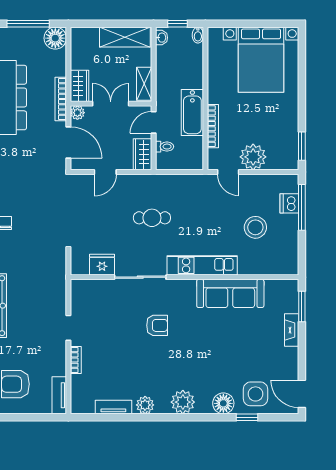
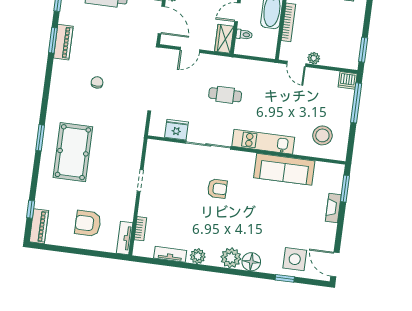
plant: (253, 157) -> (314, 58), width x0.53, depth x0.53
dishwasher: (289, 203) -> (348, 80), moved, turned -90
stool: (255, 227) -> (322, 135), moved
bookcase: (76, 360) -> (140, 229), moved
floor lamp: (223, 403) -> (251, 262), moved

